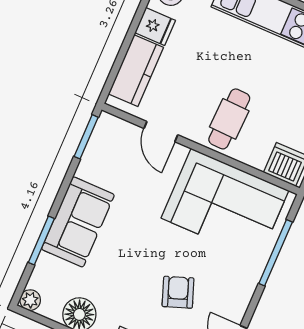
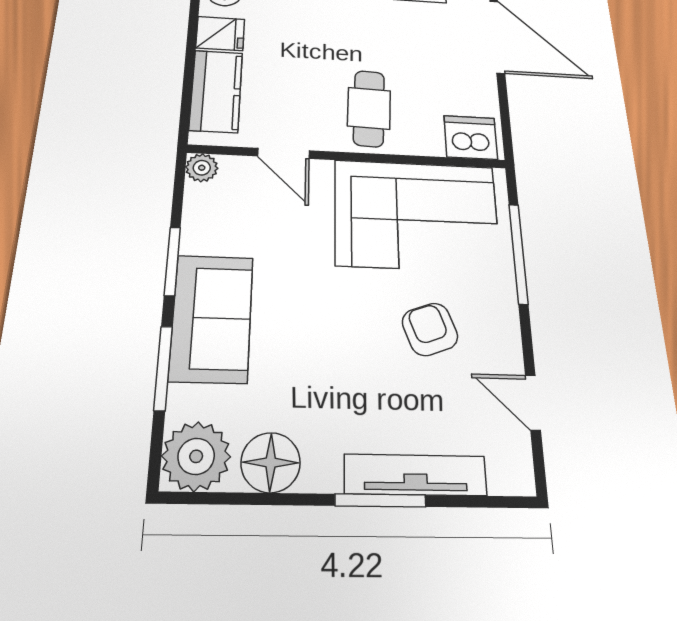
plant: (107, 123) -> (202, 168), added
window: (86, 137) -> (172, 261), moved
armchair: (178, 292) -> (430, 329), moved
plant: (30, 300) -> (196, 456), width x1.88, depth x1.88

